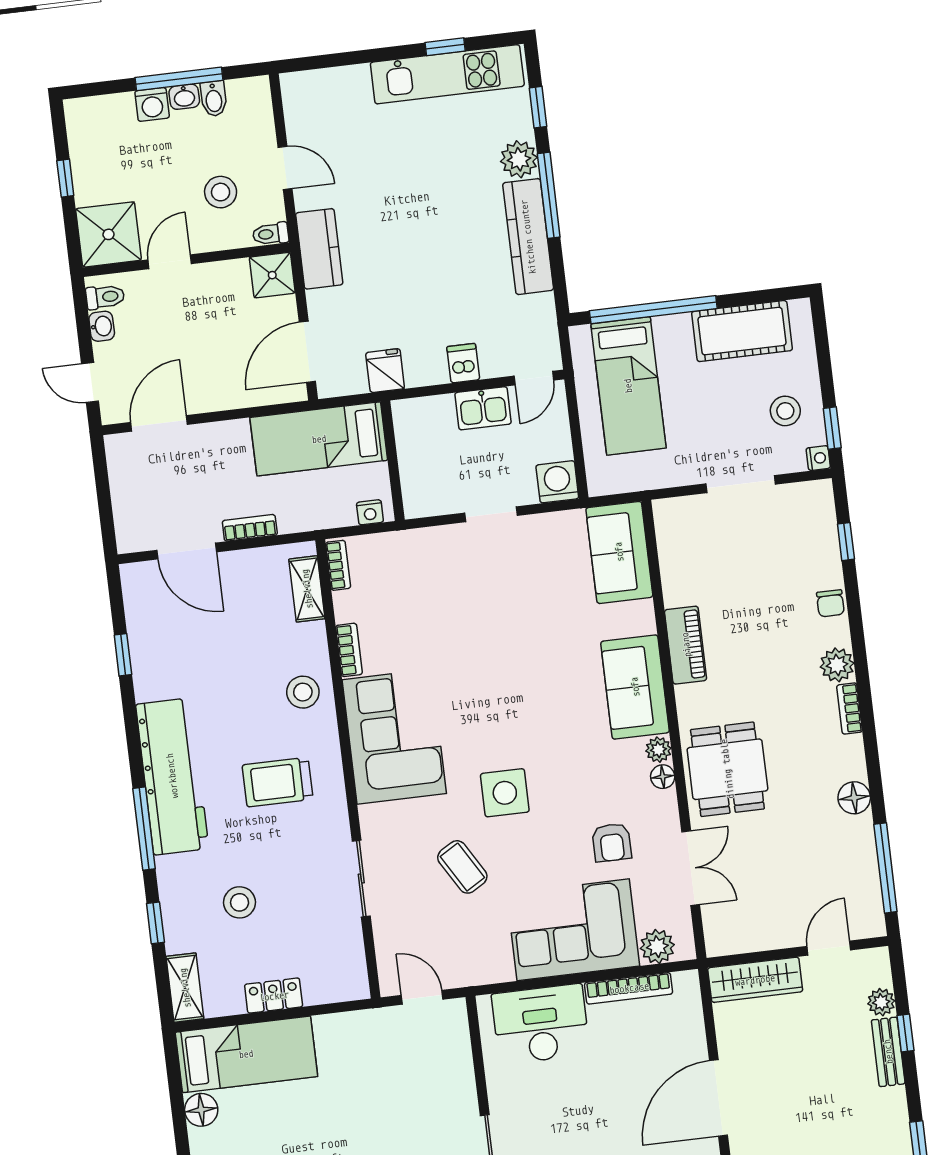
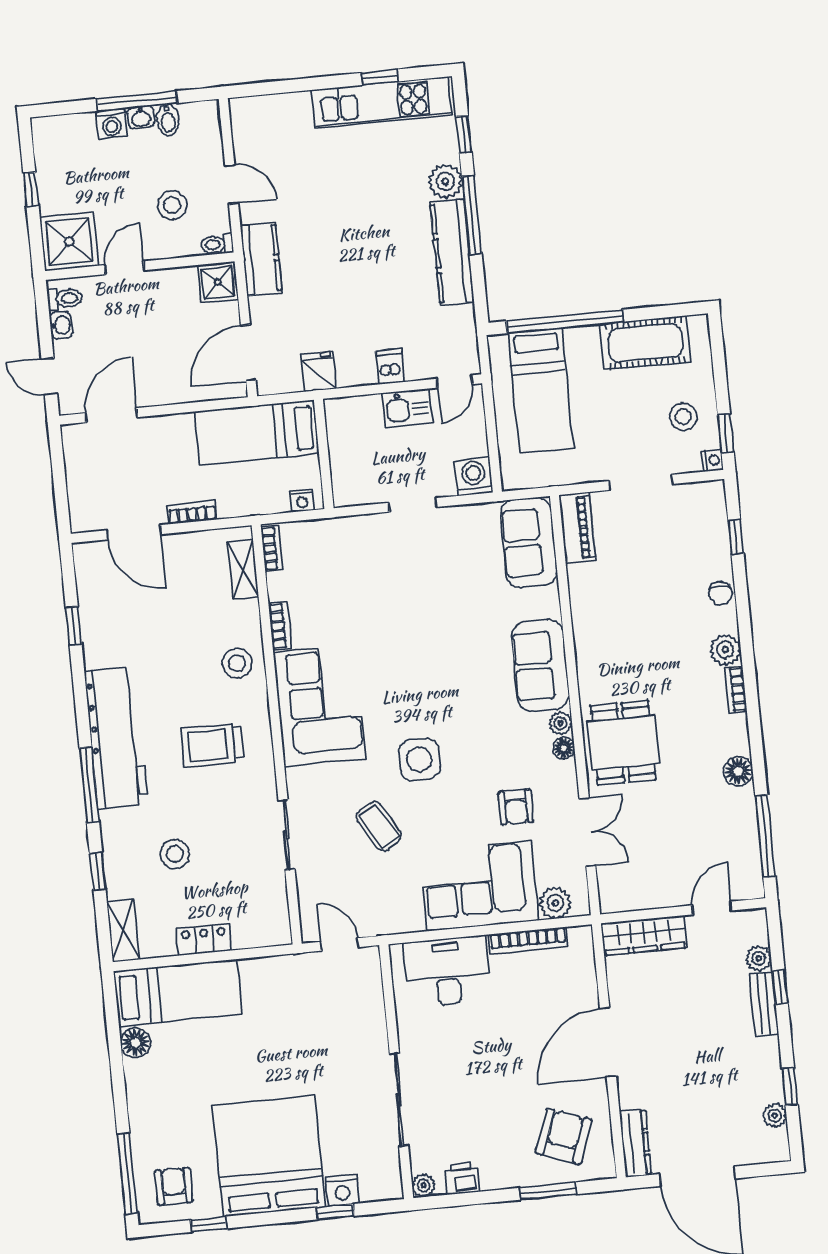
piano: (686, 645) -> (577, 528), moved

